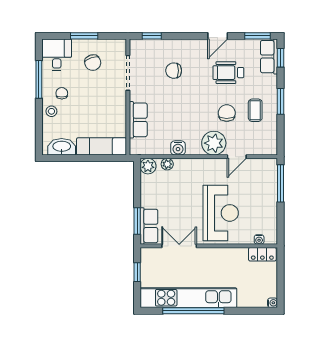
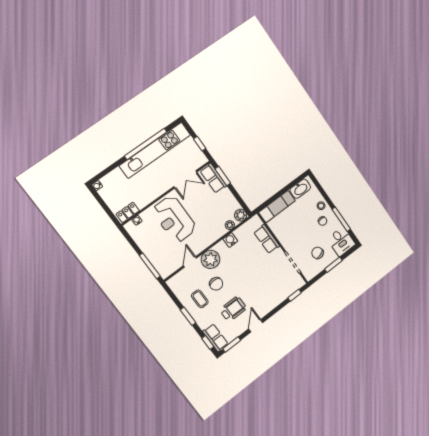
chair: (174, 71) -> (267, 285), removed

